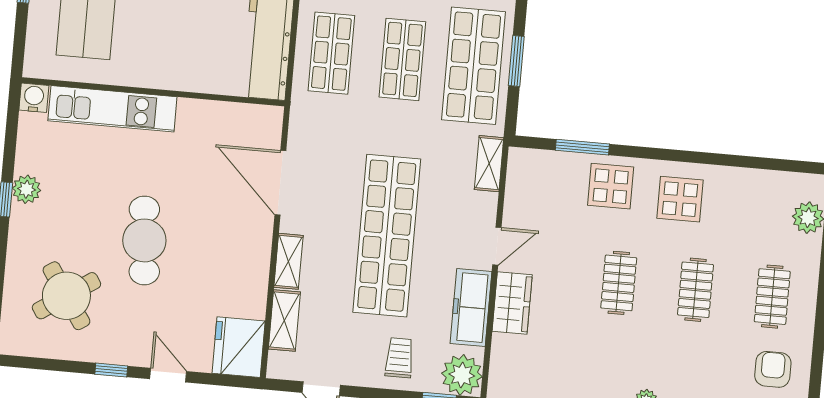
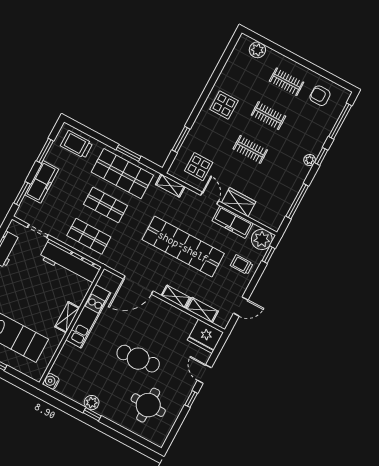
shelving: (165, 77) -> (67, 317), added
kitchen unit: (112, 109) -> (88, 316), moved
display table: (611, 186) -> (199, 167), moved
round table: (66, 296) -> (148, 405), turned 34
door: (168, 375) -> (204, 374), hinge flipped

